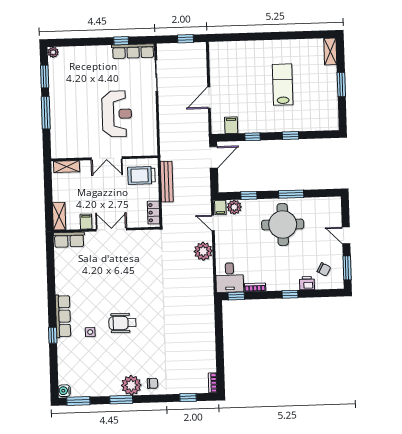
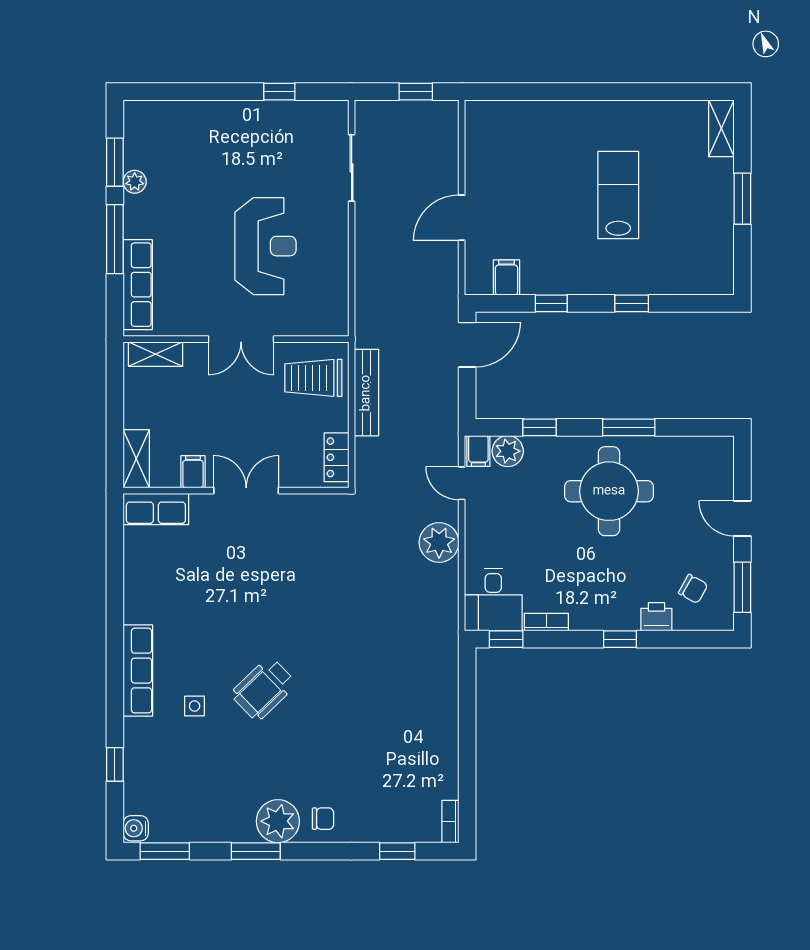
row of seats: (133, 51) -> (138, 285), moved, turned -90
plant: (53, 52) -> (135, 182), moved
wheelchair: (122, 323) -> (264, 689), turned -44
window: (53, 335) -> (115, 764), moved

